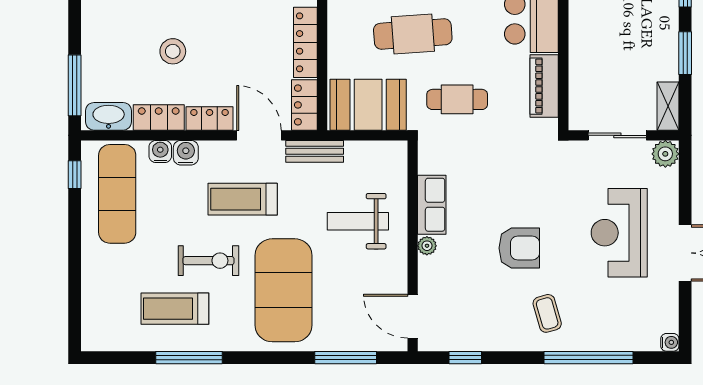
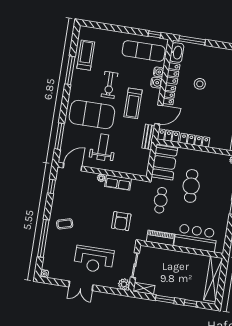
treadmill: (243, 199) -> (133, 103), turned 180
weight bench: (358, 221) -> (103, 147), moved
reception desk: (619, 233) -> (94, 260), turned 180
armchair: (519, 248) -> (121, 221), moved
treadmill: (175, 309) -> (86, 55), moved

